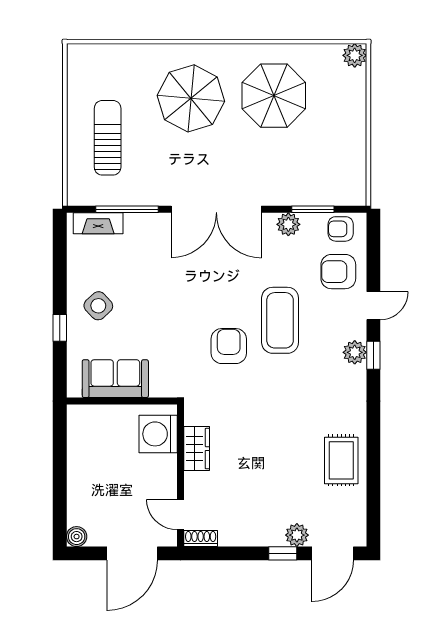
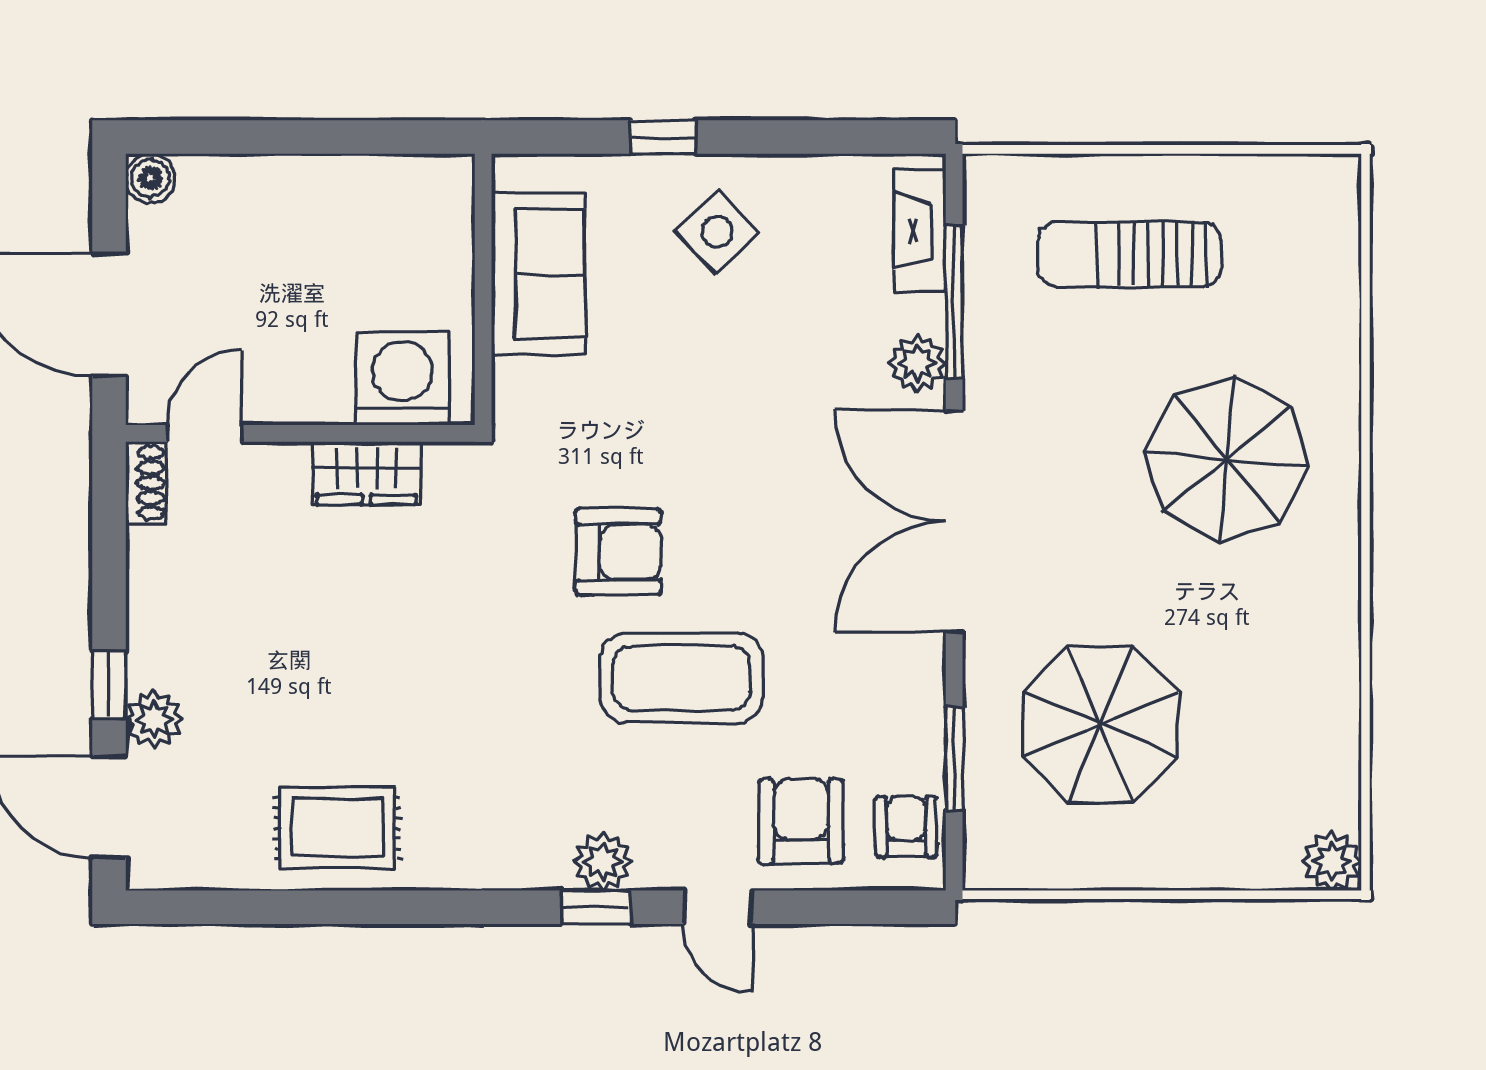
parasol: (274, 96) -> (1100, 724), moved
sun lounger: (108, 138) -> (1130, 254), turned 180
plant: (288, 224) -> (917, 363), moved

